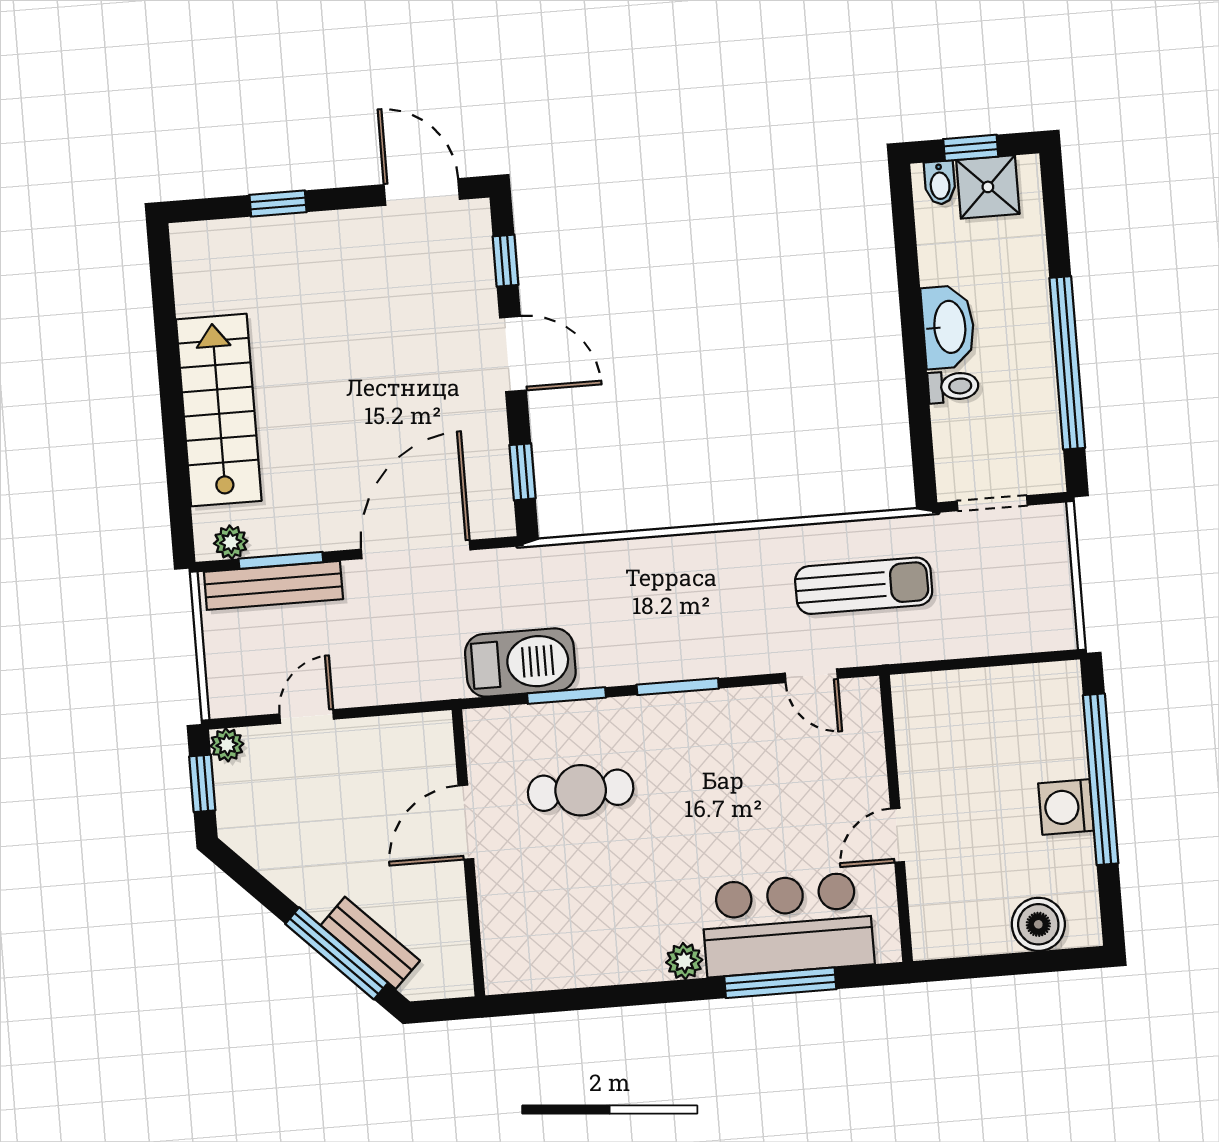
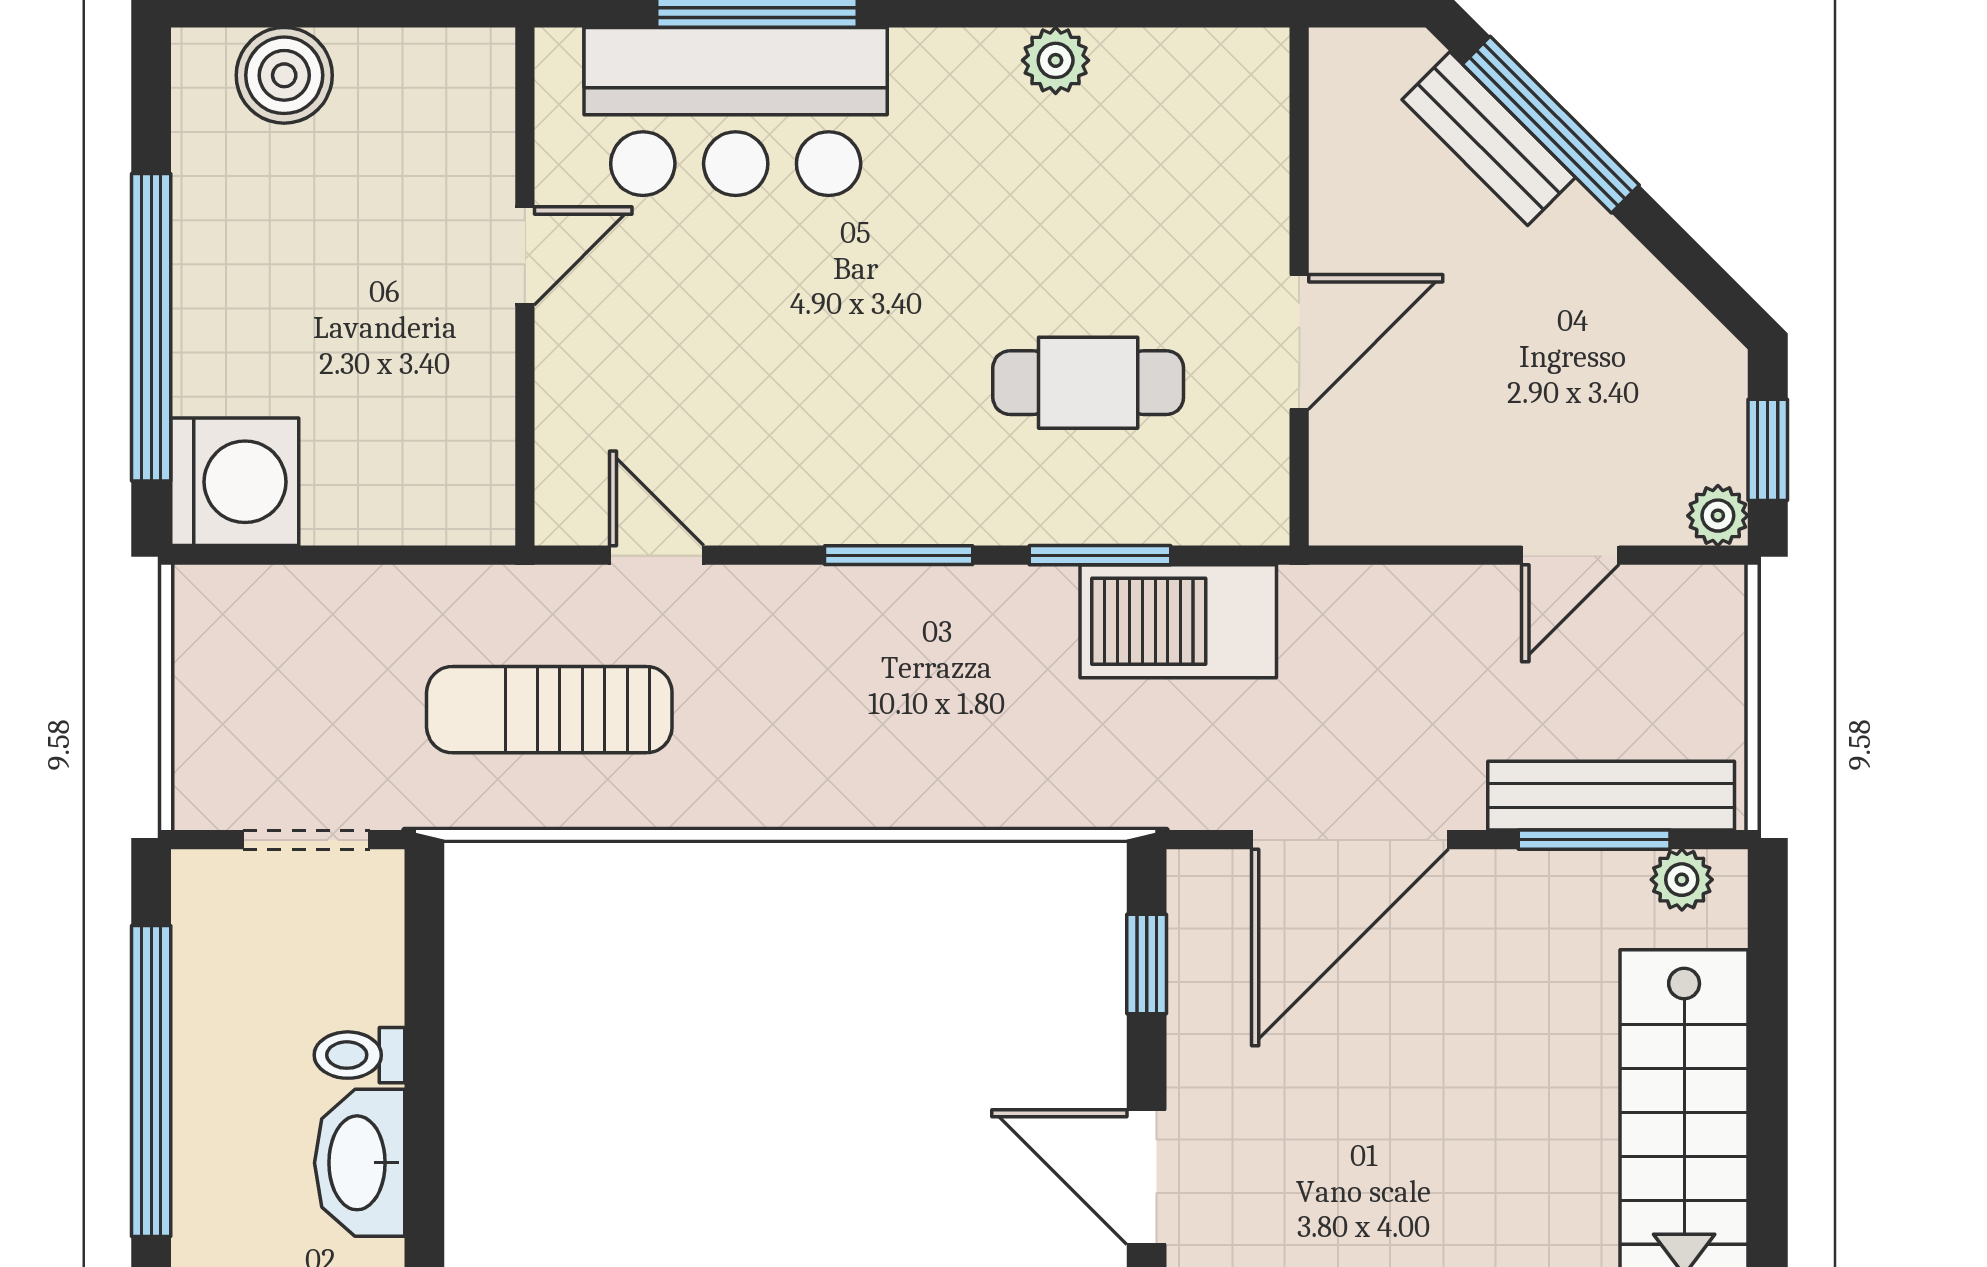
washing machine: (1066, 807) -> (235, 482), moved, width x1.37, depth x1.37
plant: (684, 961) -> (1056, 60), moved

